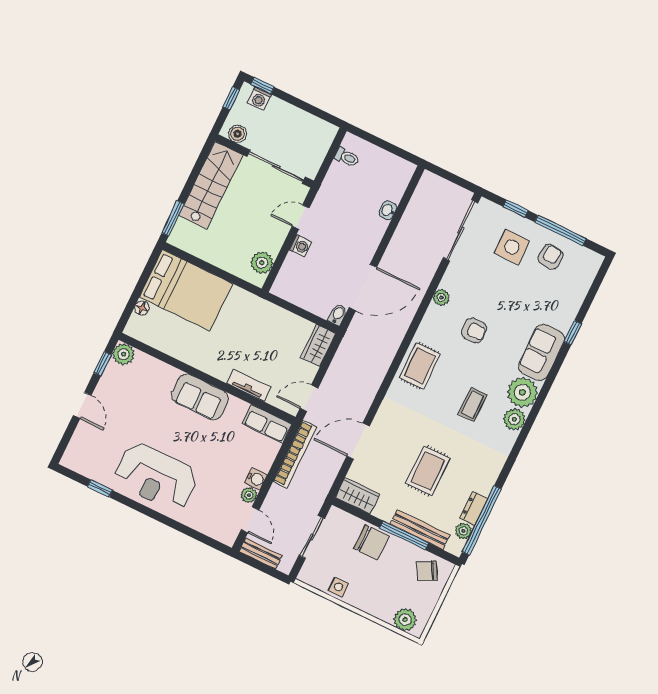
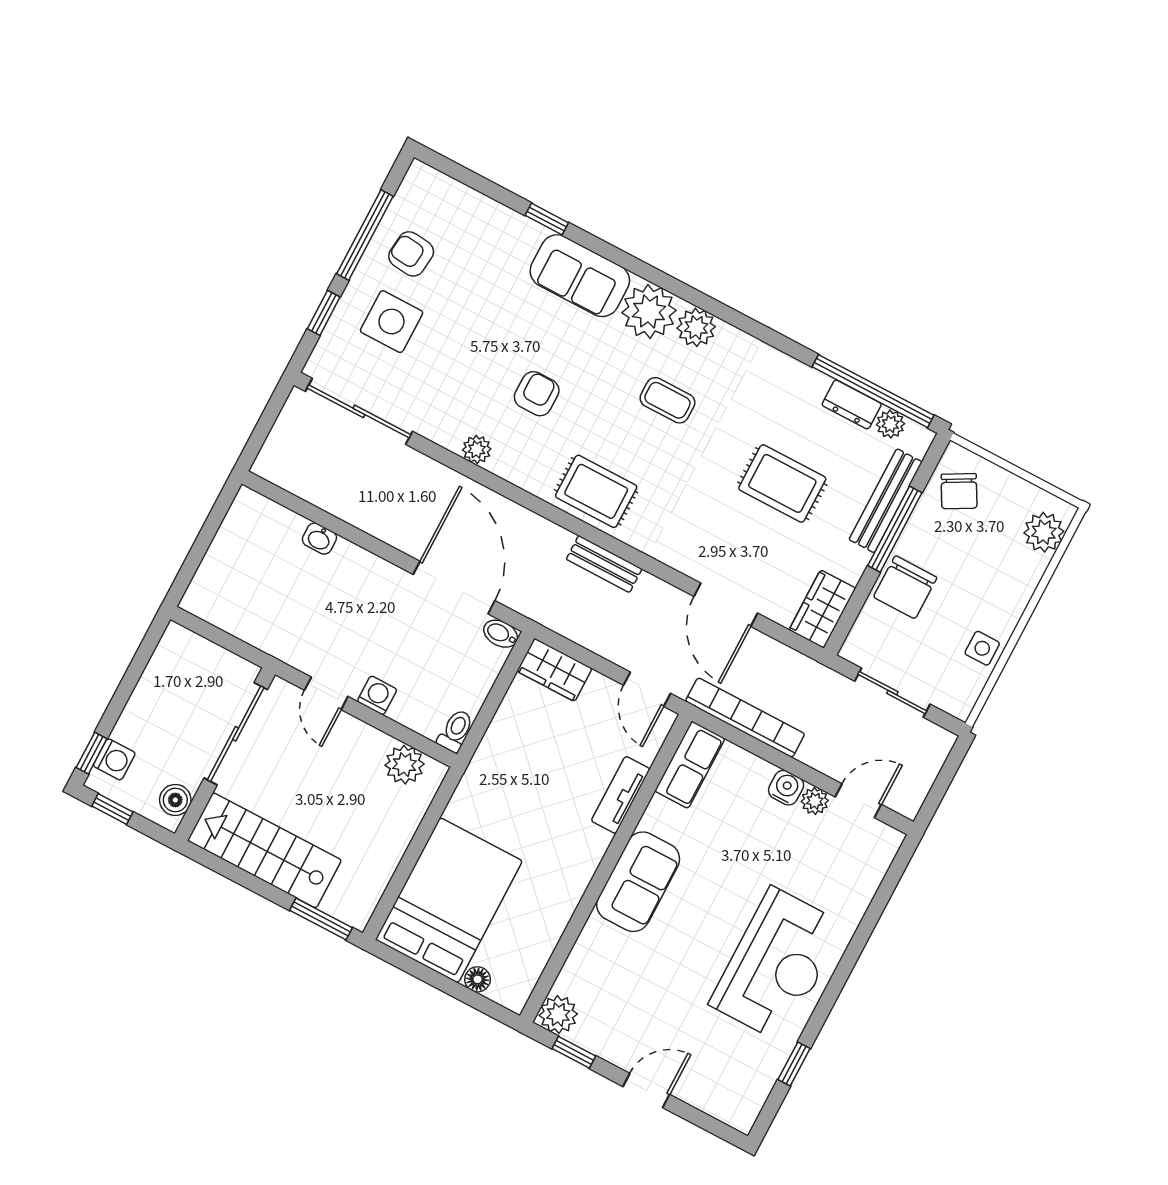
toilet: (347, 157) -> (456, 731), moved
chair: (371, 542) -> (905, 587), turned 180
bench: (261, 553) -> (604, 564), moved, turned 90

